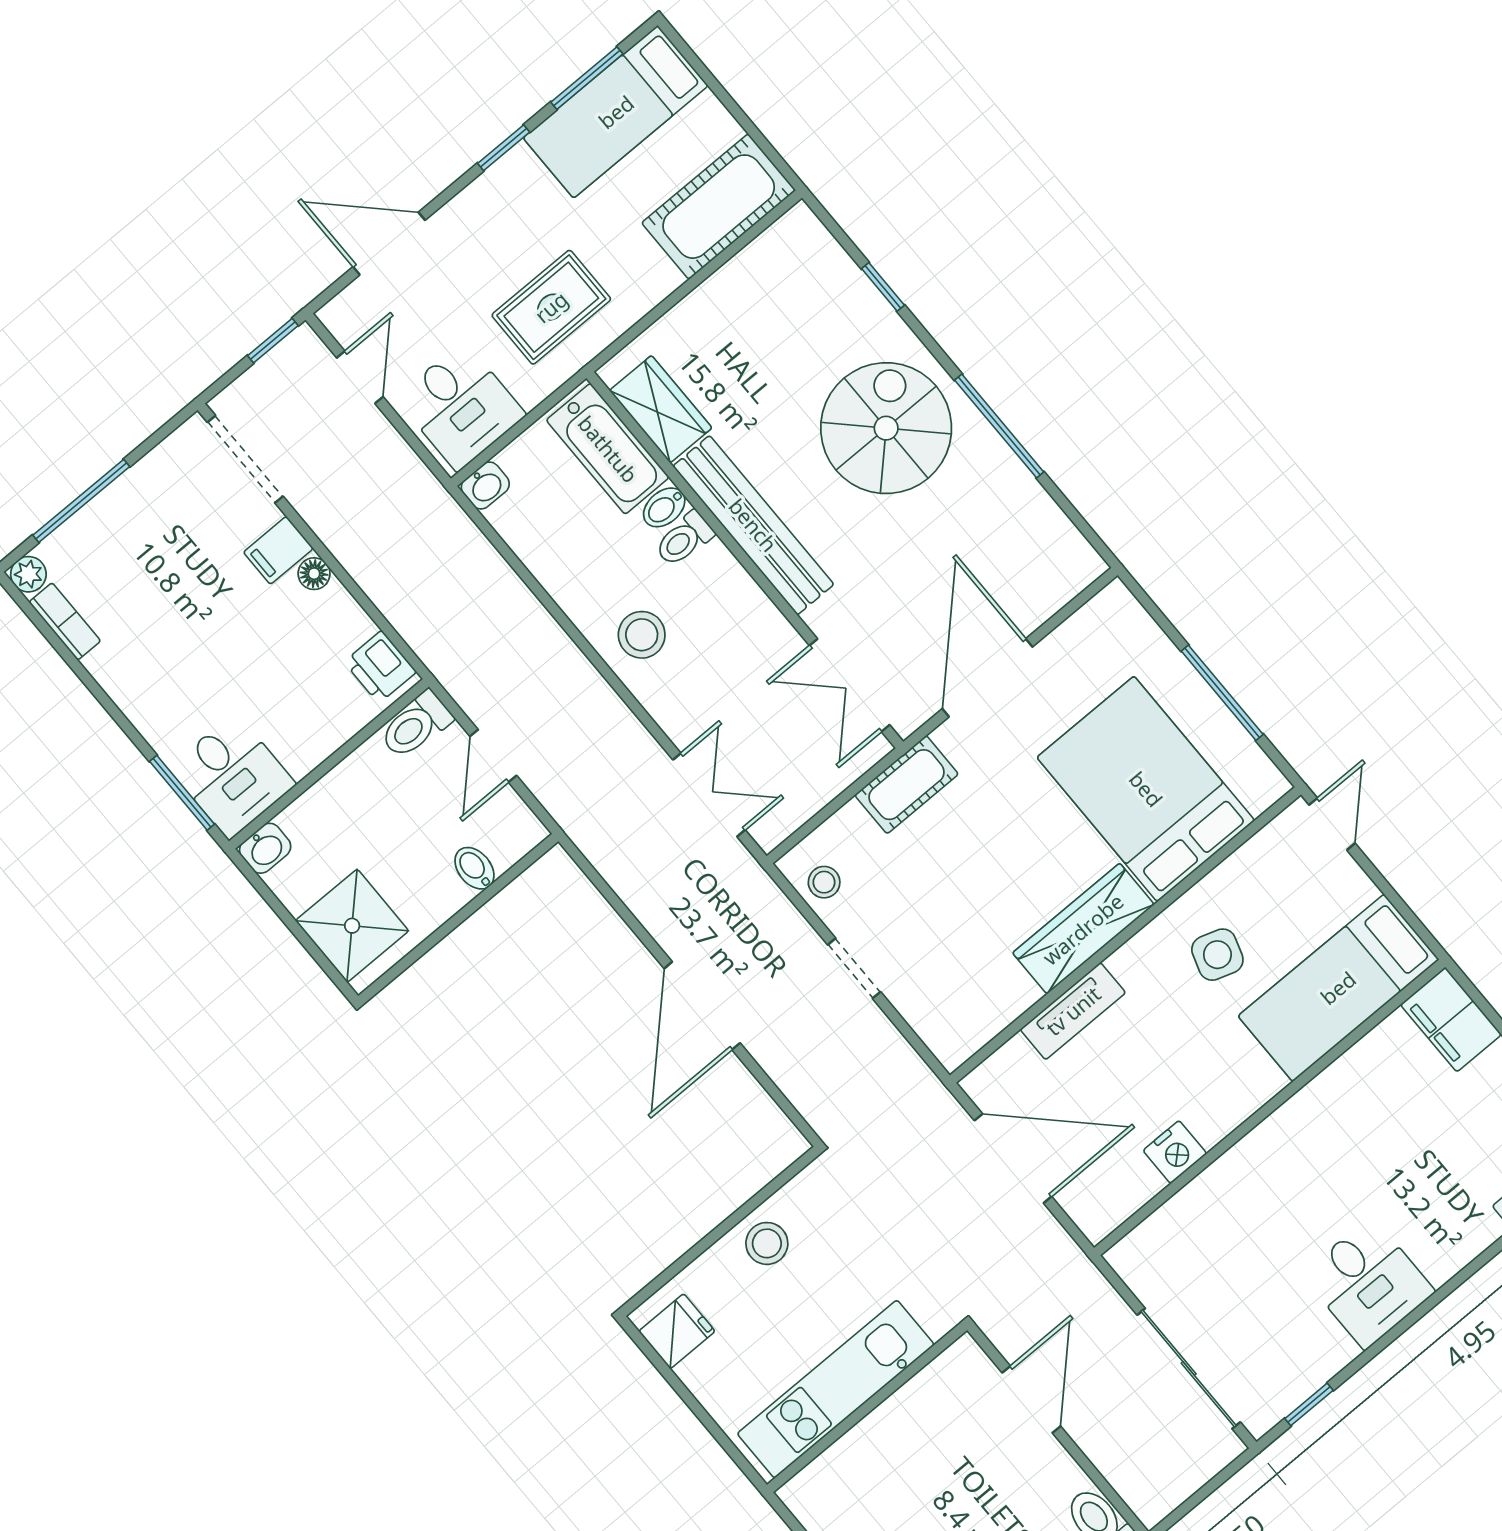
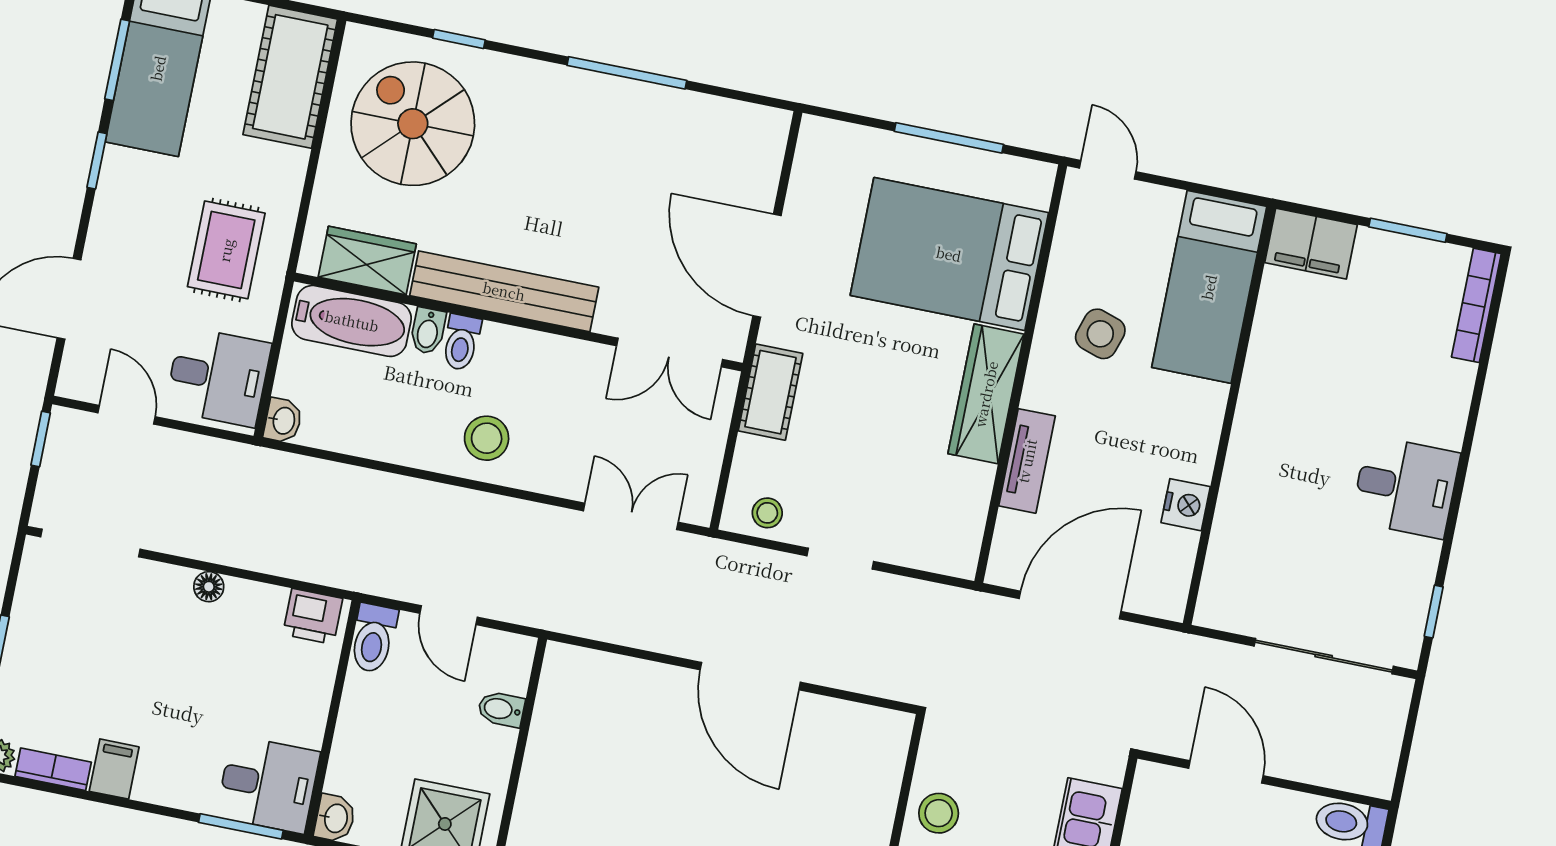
spiral stairs: (886, 428) -> (413, 124), moved
filing cabinet: (278, 550) -> (114, 769), moved, turned 180

